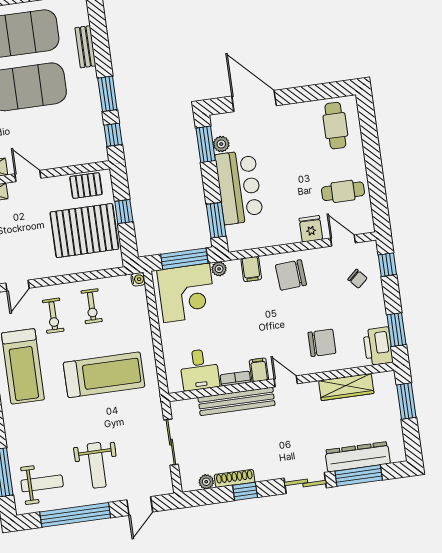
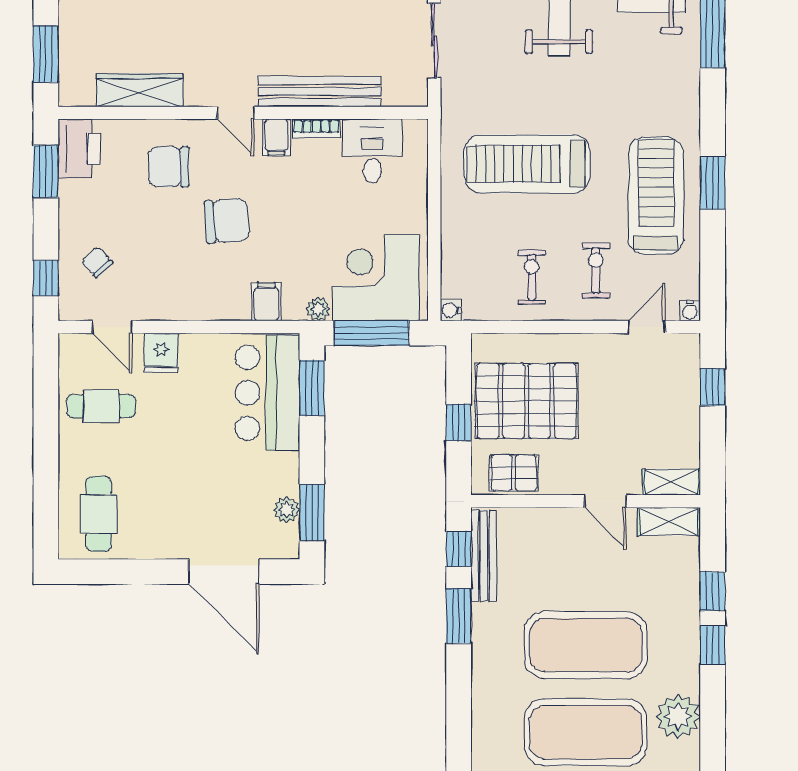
bench: (85, 47) -> (484, 556), moved, width x1.36
bar counter: (239, 187) -> (267, 393), moved
chair: (291, 275) -> (227, 221), moved

